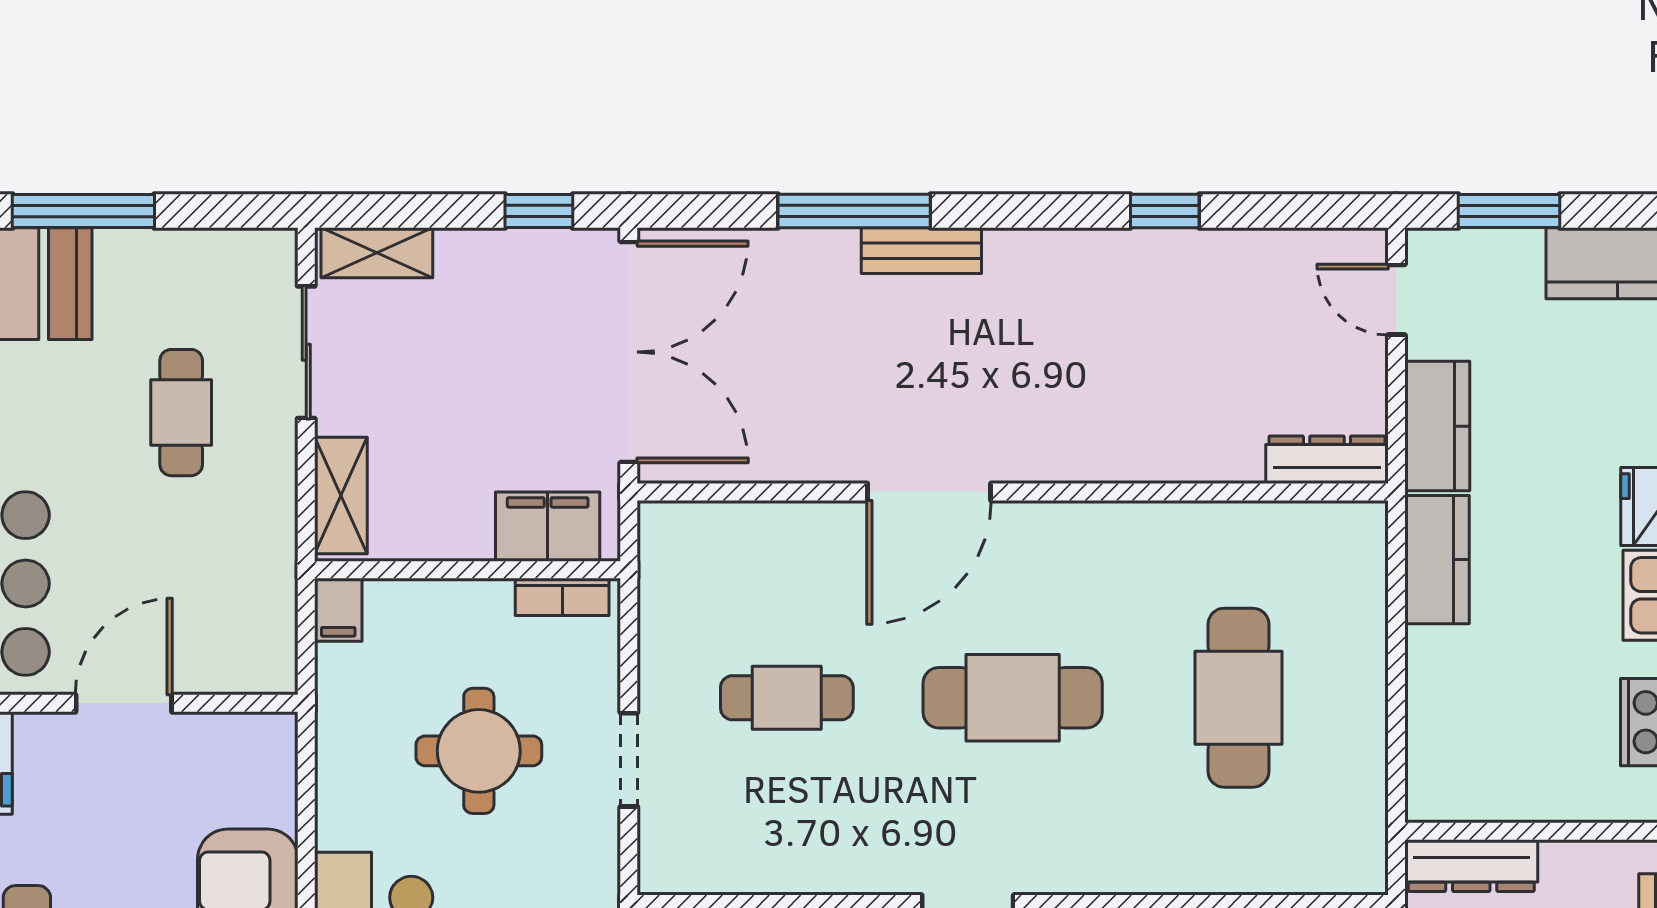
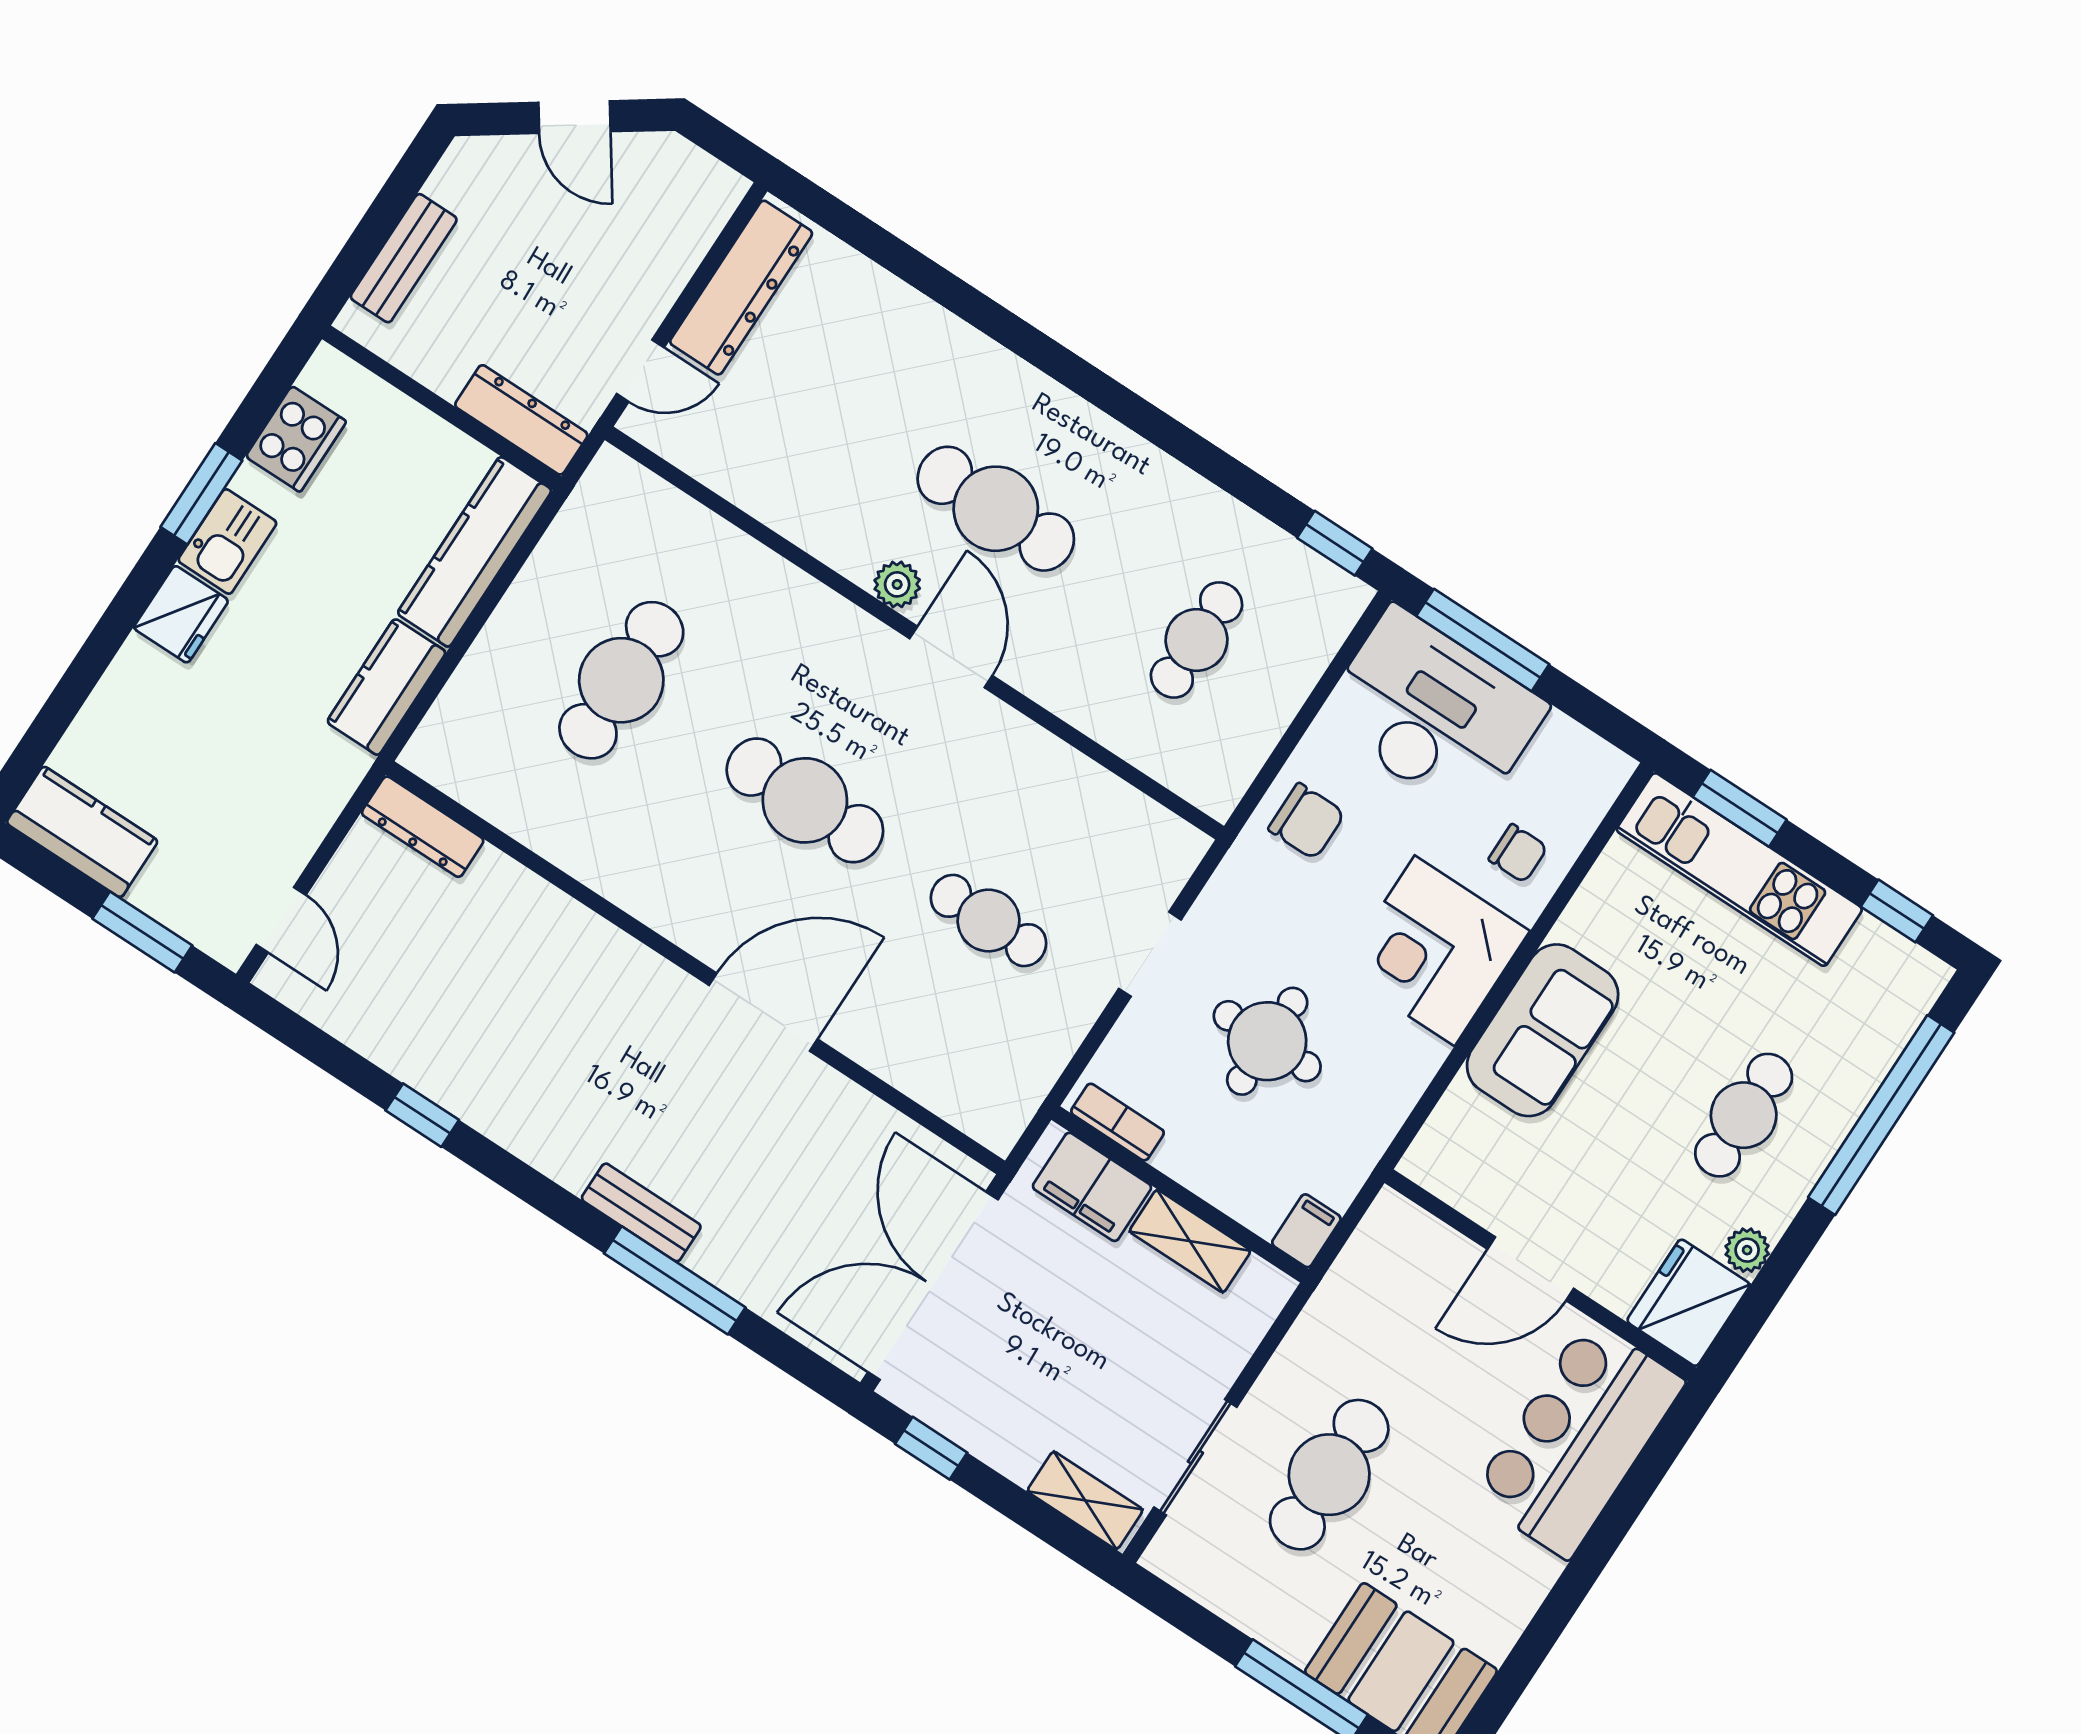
cafe table: (181, 413) -> (1329, 1475), width x1.37, depth x1.35
kitchen counter: (1437, 426) -> (474, 552), moved, width x1.50
shelving: (341, 495) -> (1190, 1241), moved, turned 90

